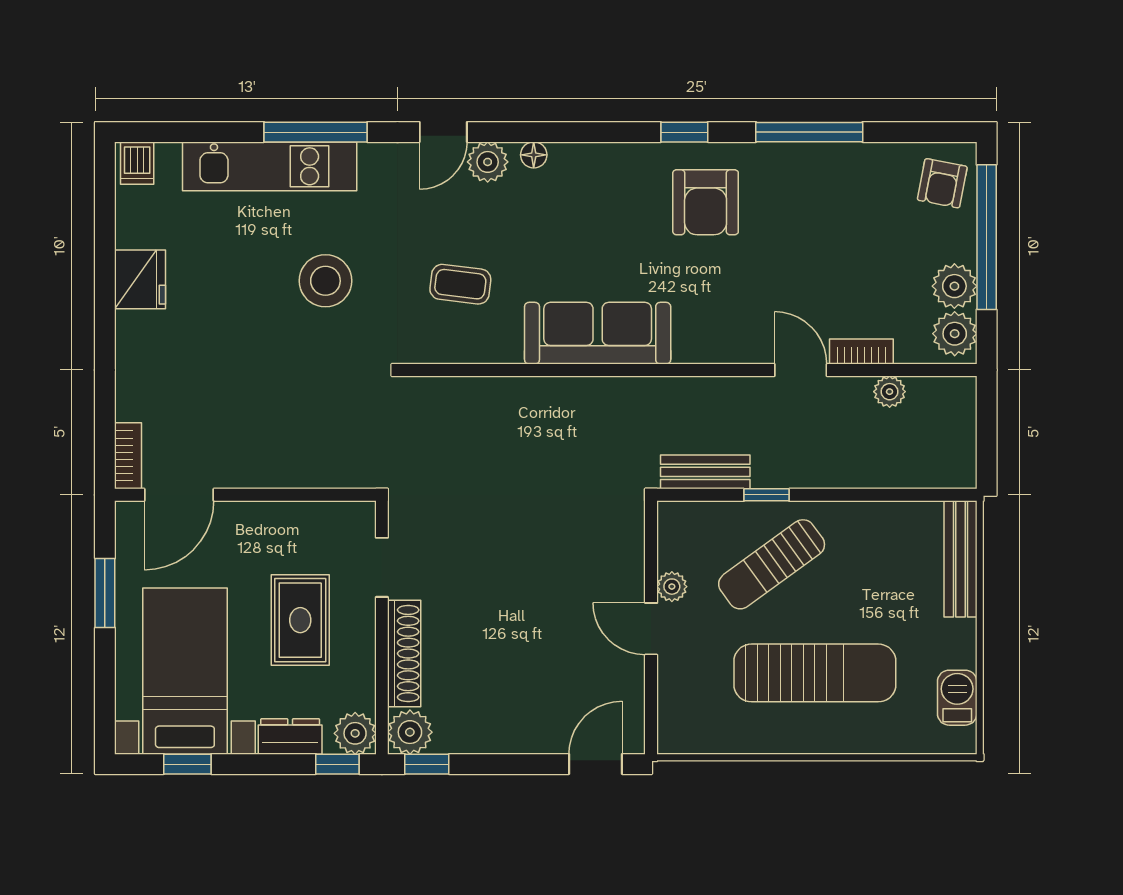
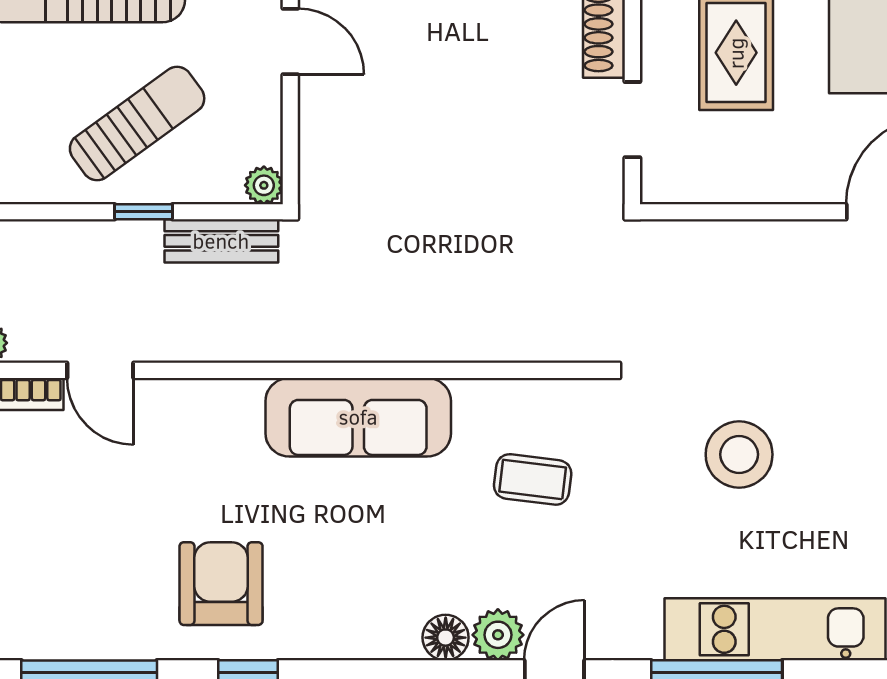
floor lamp: (534, 155) -> (446, 638), width x1.37, depth x1.37
stool: (325, 281) -> (739, 454), moved
plant: (672, 587) -> (264, 185), moved

